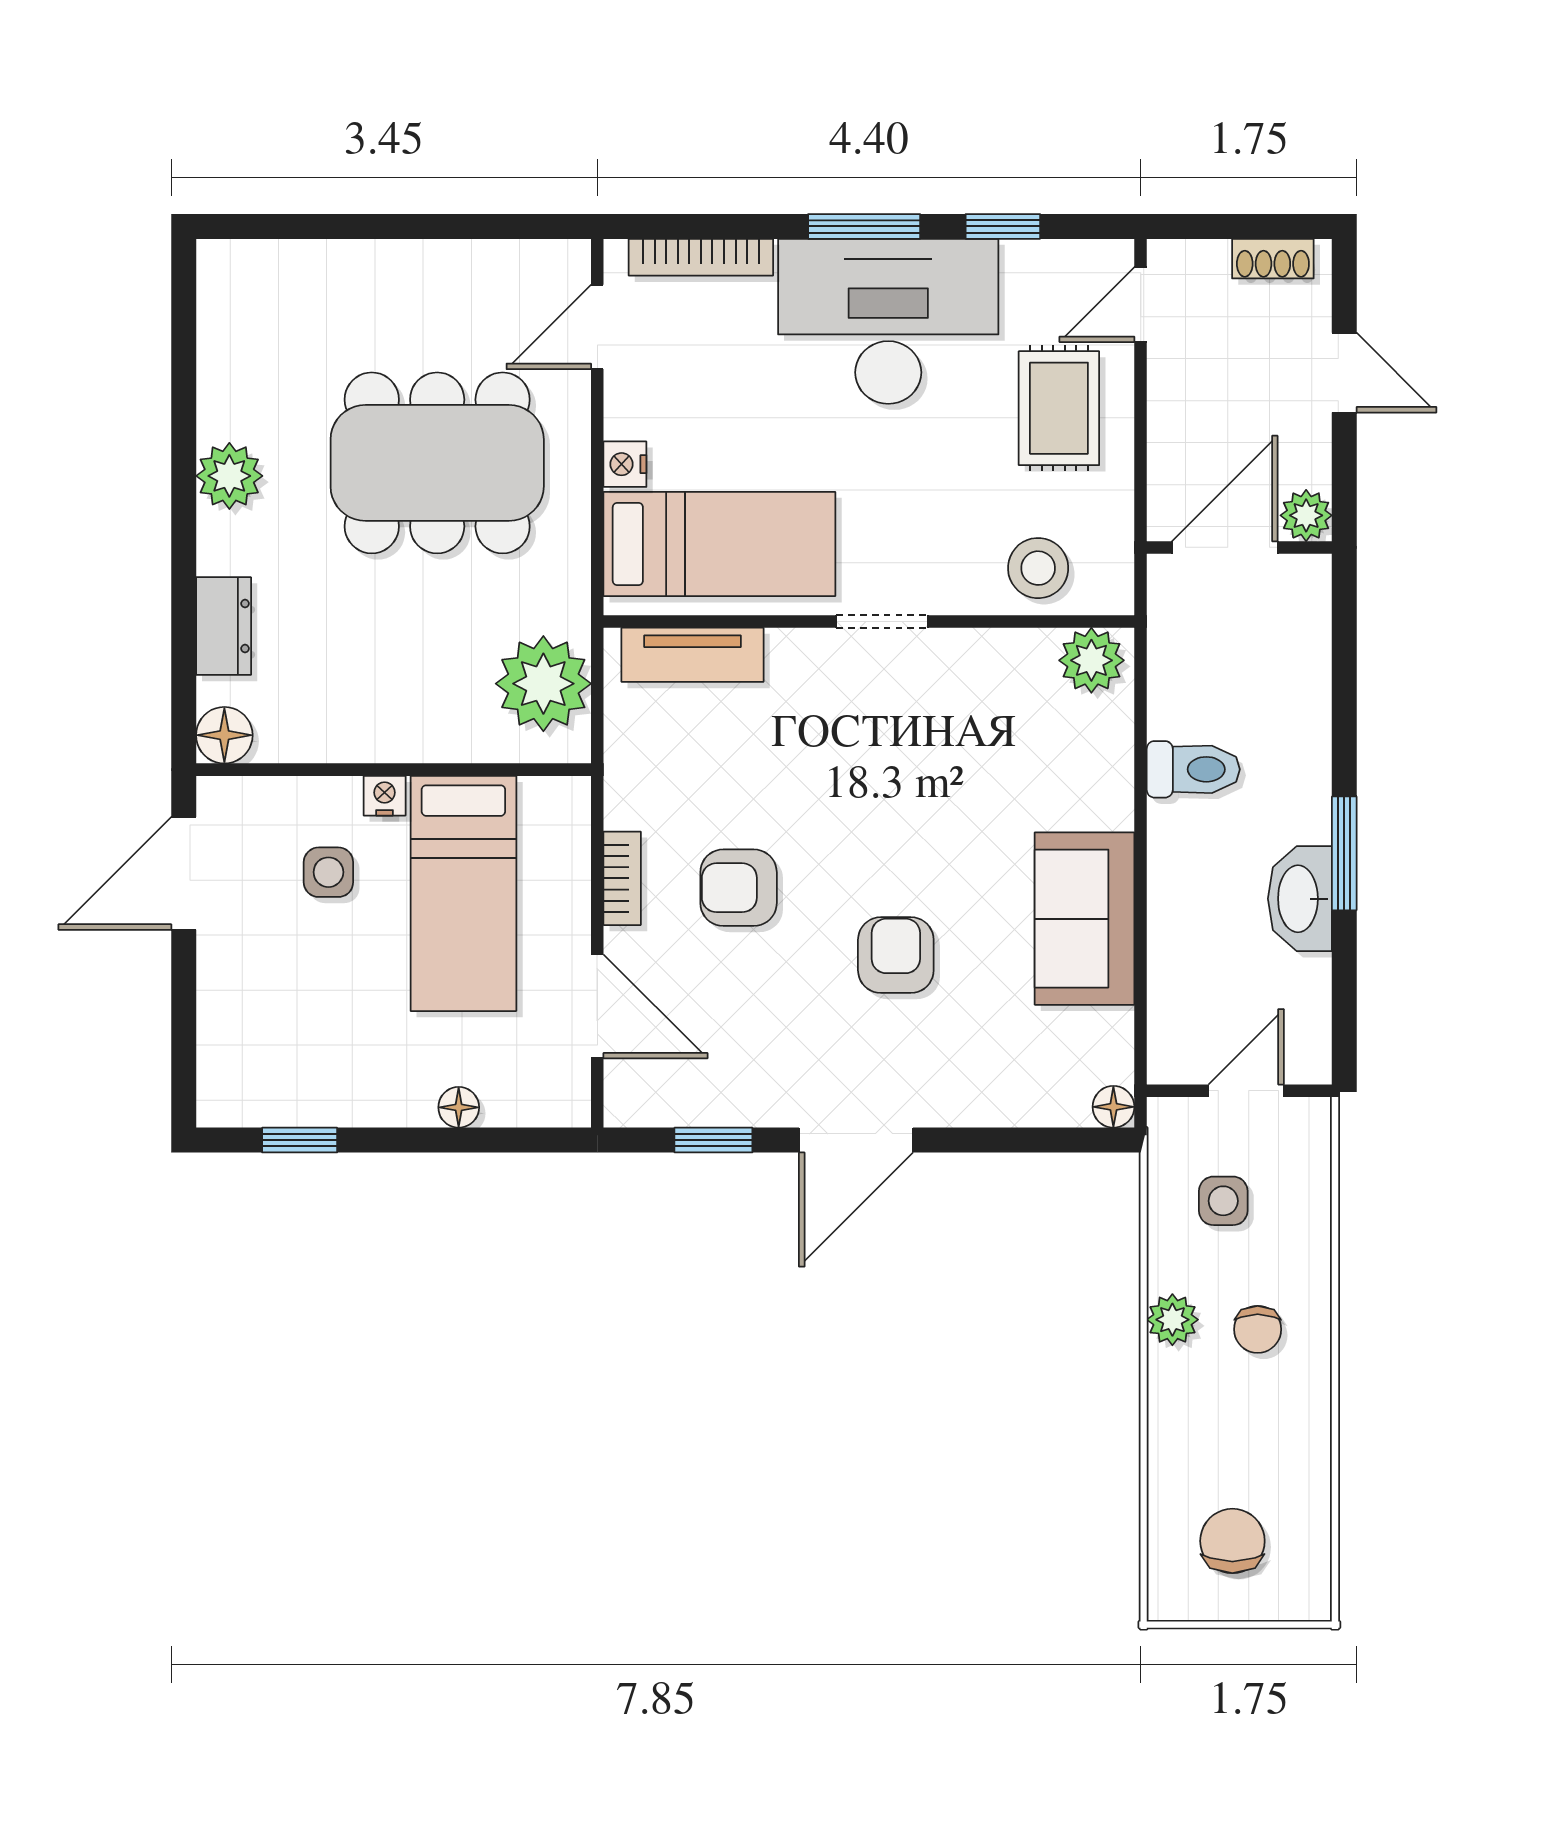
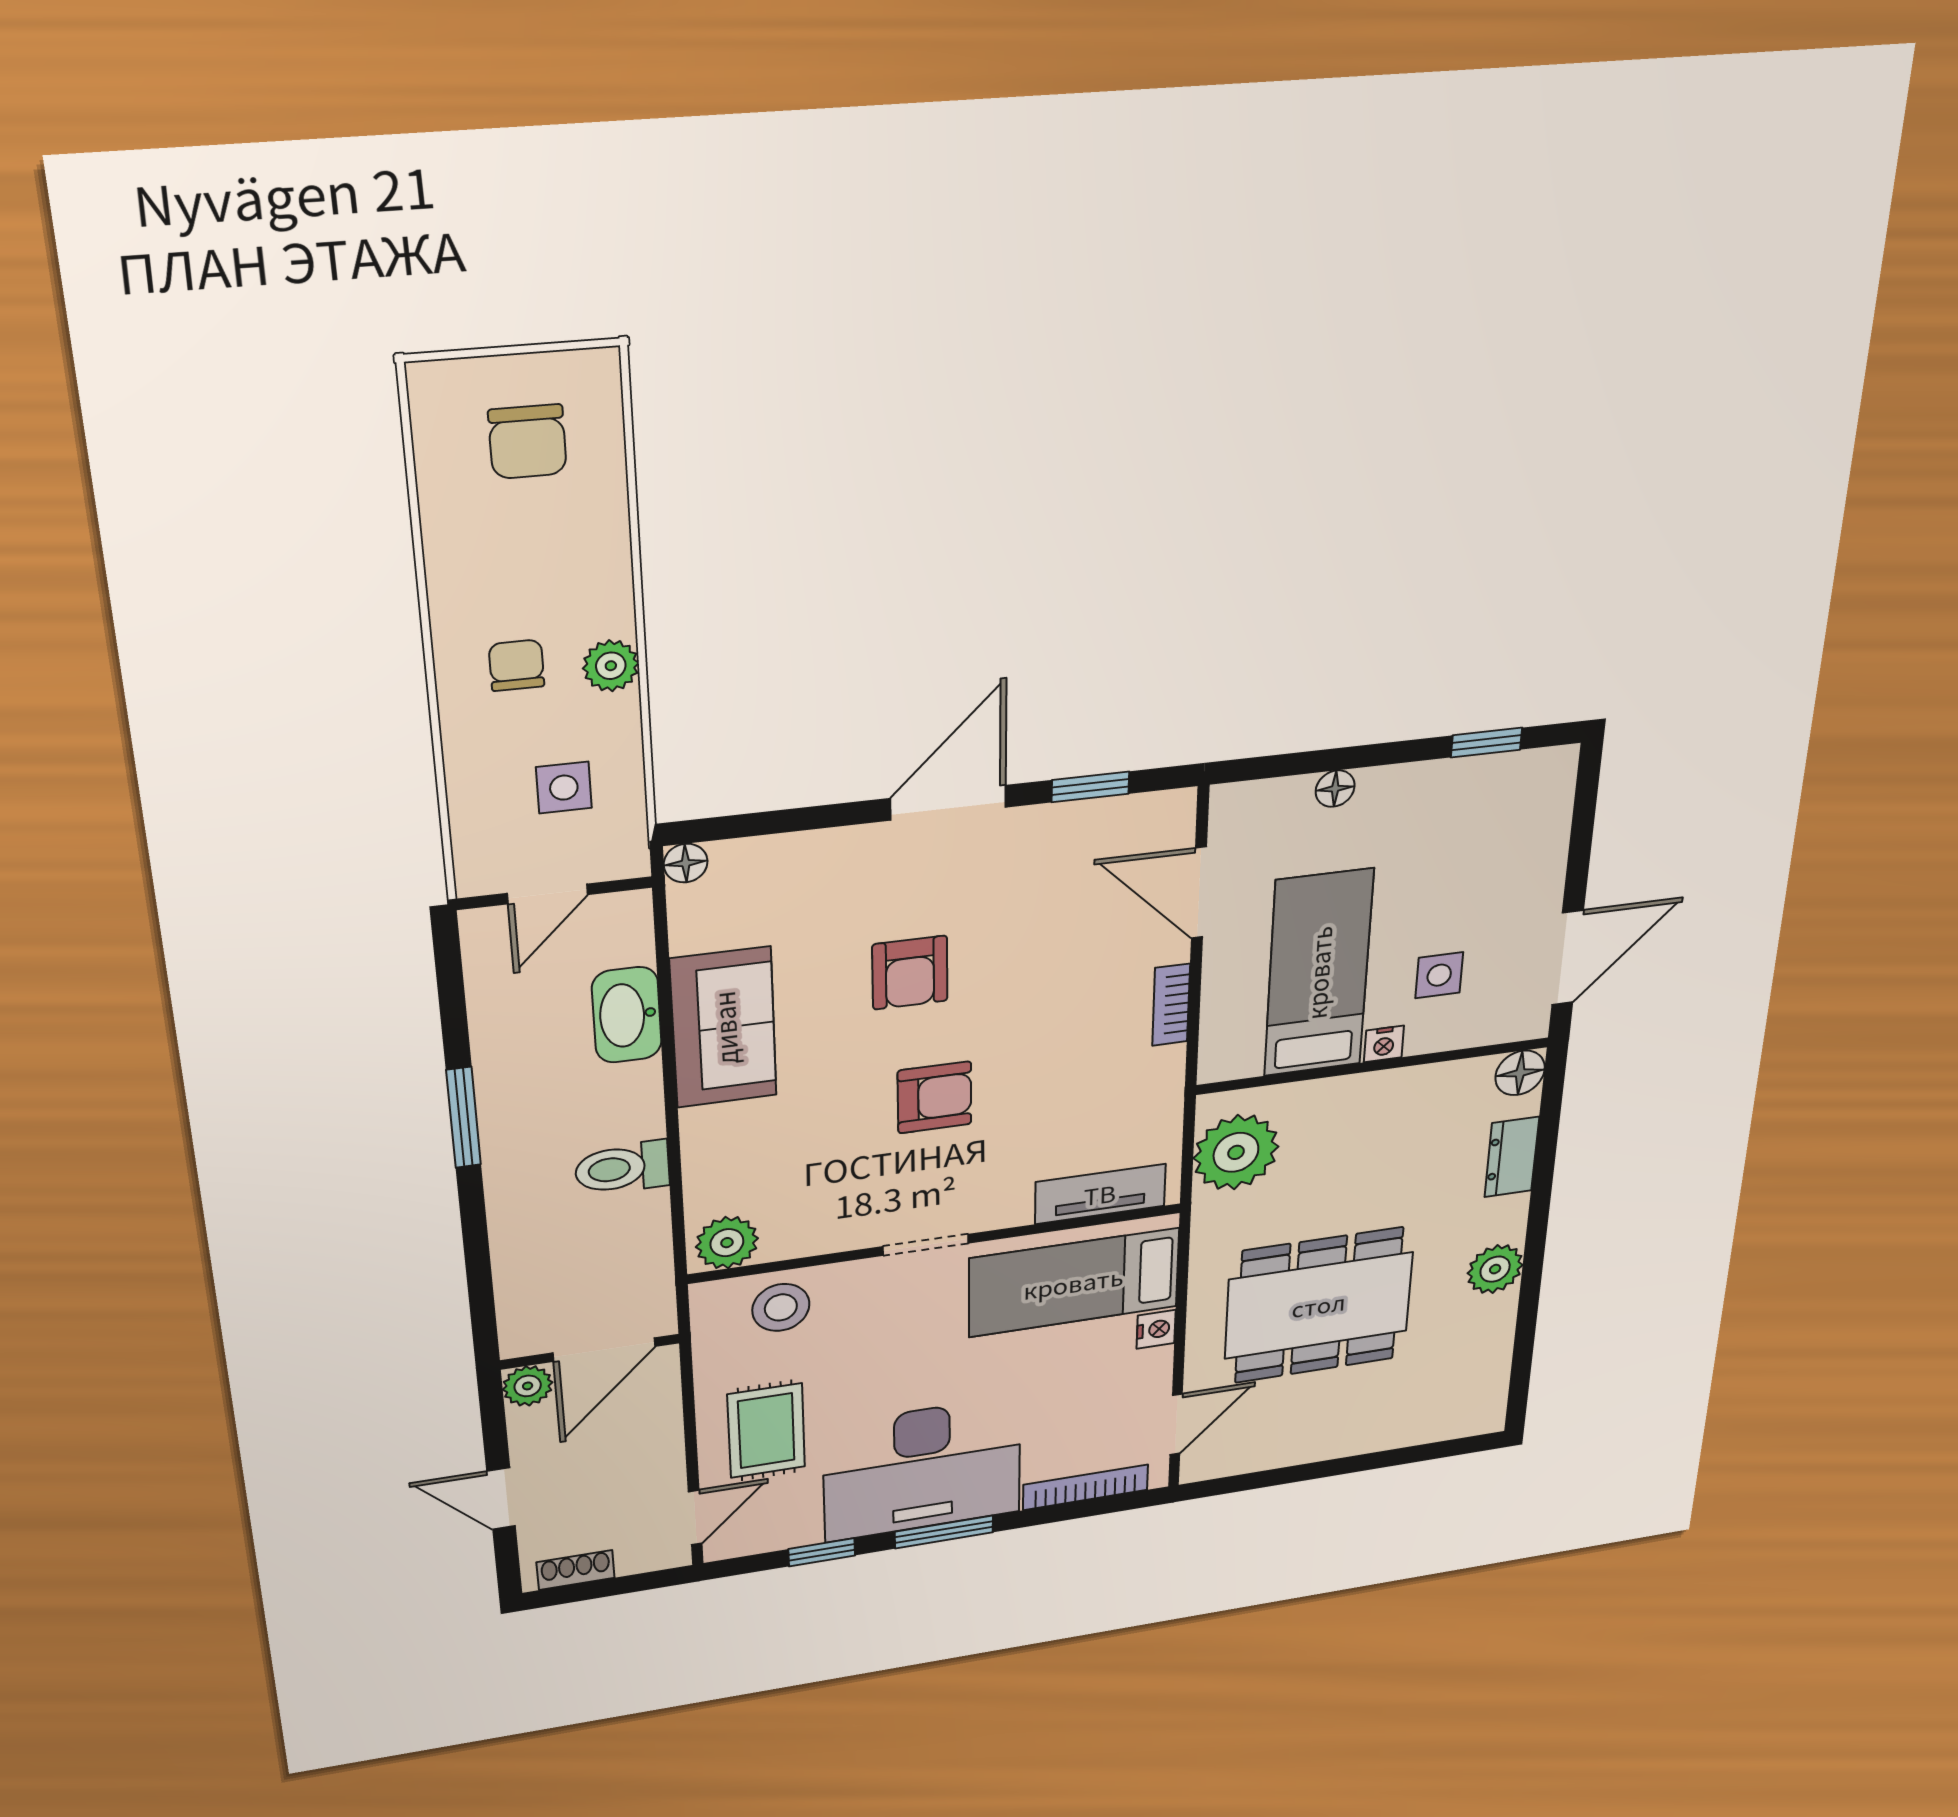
armchair: (739, 888) -> (935, 1097), moved
washbasin: (1300, 899) -> (627, 1015), moved, turned 180

